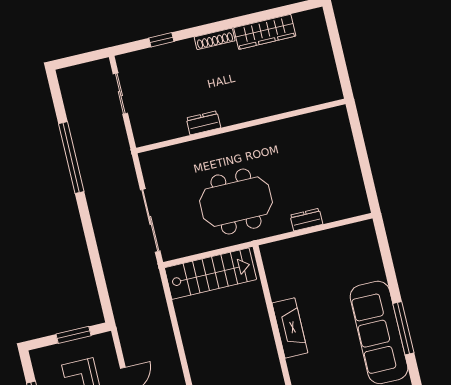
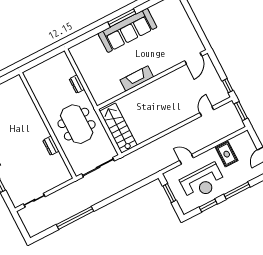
dresser: (203, 123) -> (51, 146), moved
wall: (241, 126) -> (48, 125), moved

